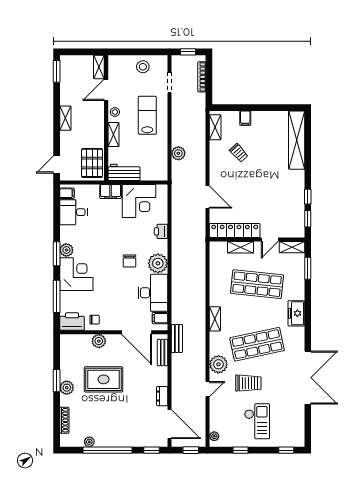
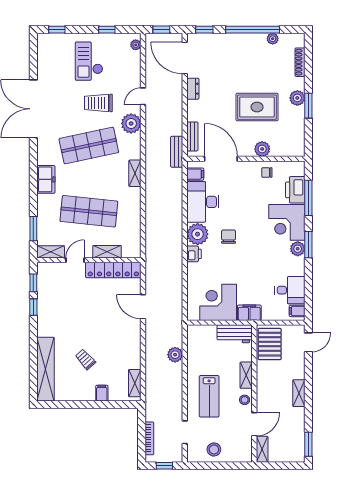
trolley: (239, 153) -> (85, 359), moved
printer: (161, 231) -> (194, 254), moved
printer: (72, 321) -> (295, 190), moved, turned 90

